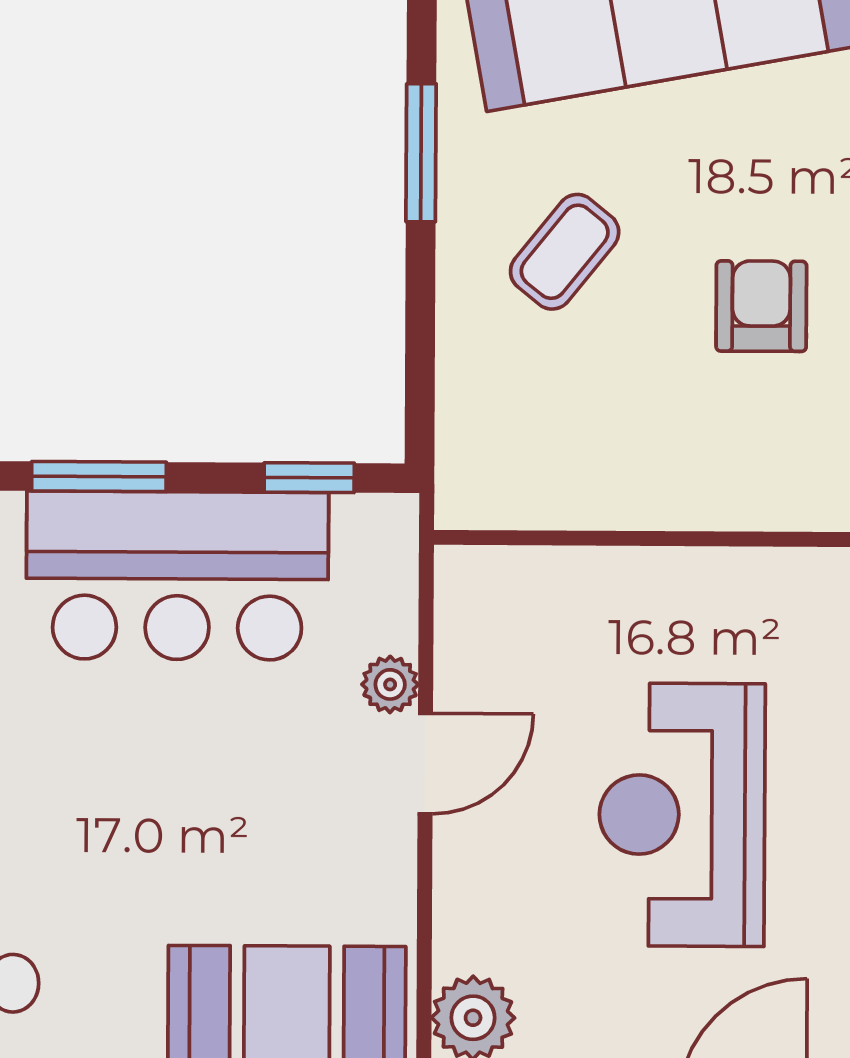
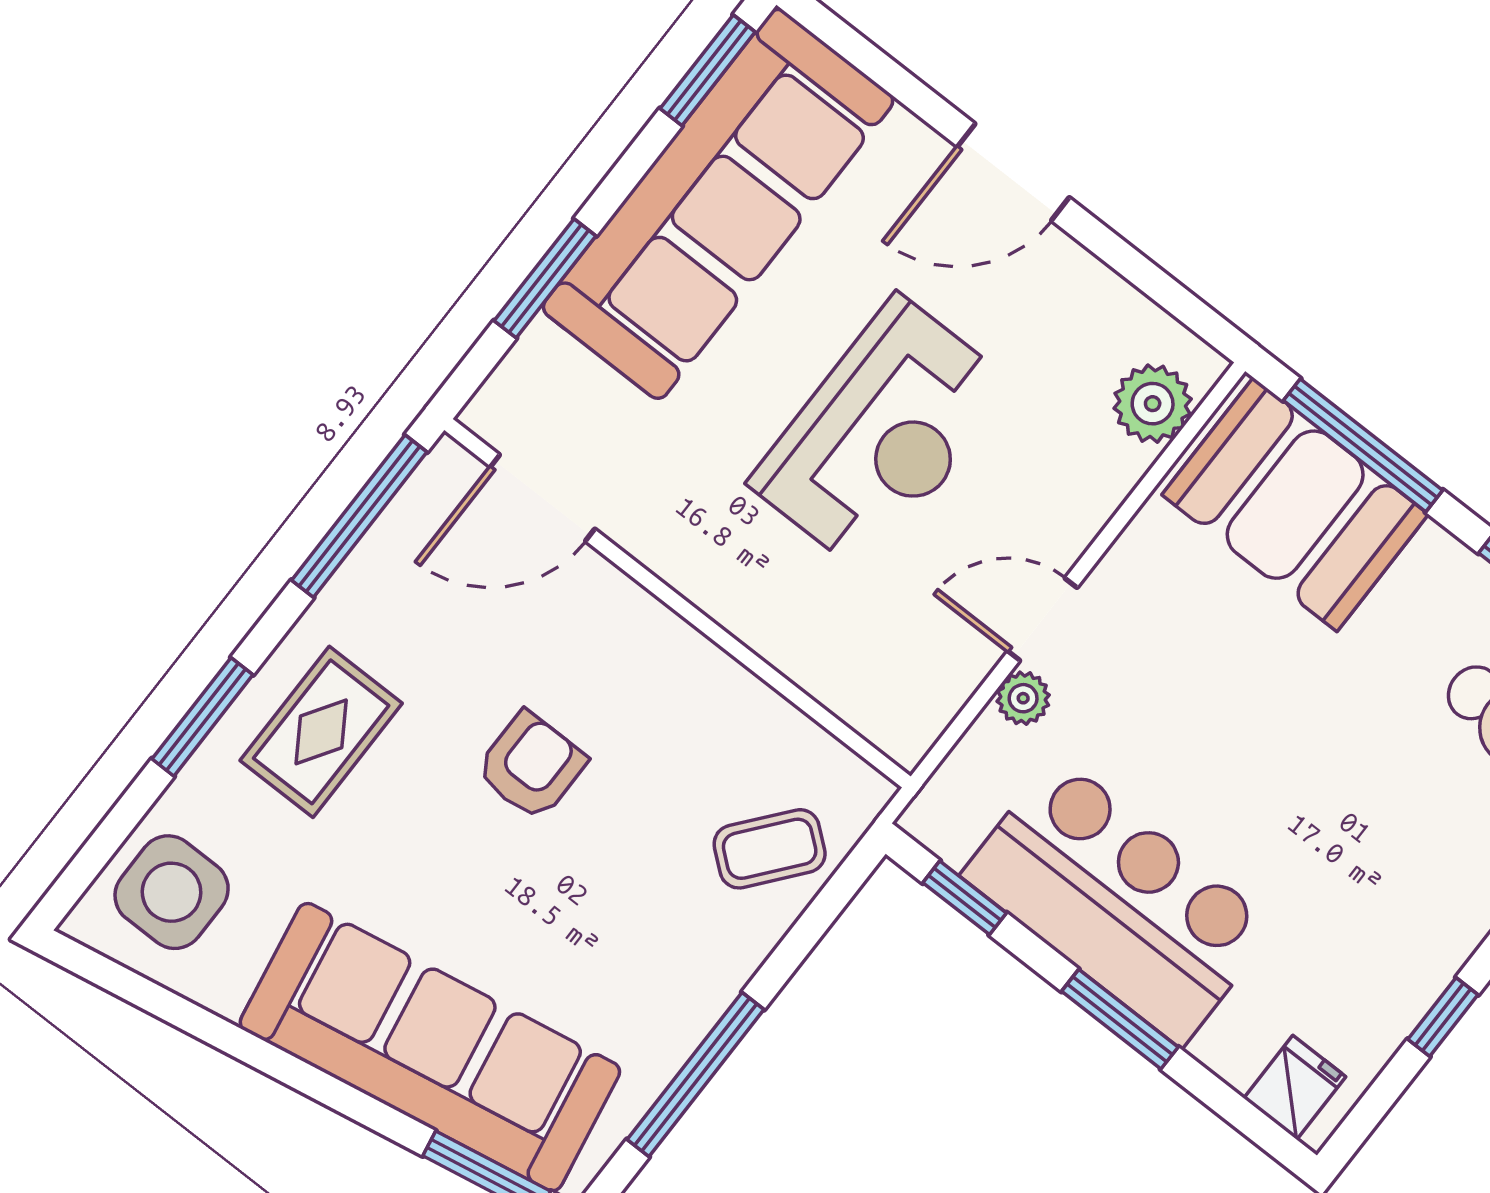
window: (421, 153) -> (696, 1075), width x1.44
coffee table: (565, 252) -> (770, 849), moved
armchair: (761, 306) -> (531, 766), turned 180

